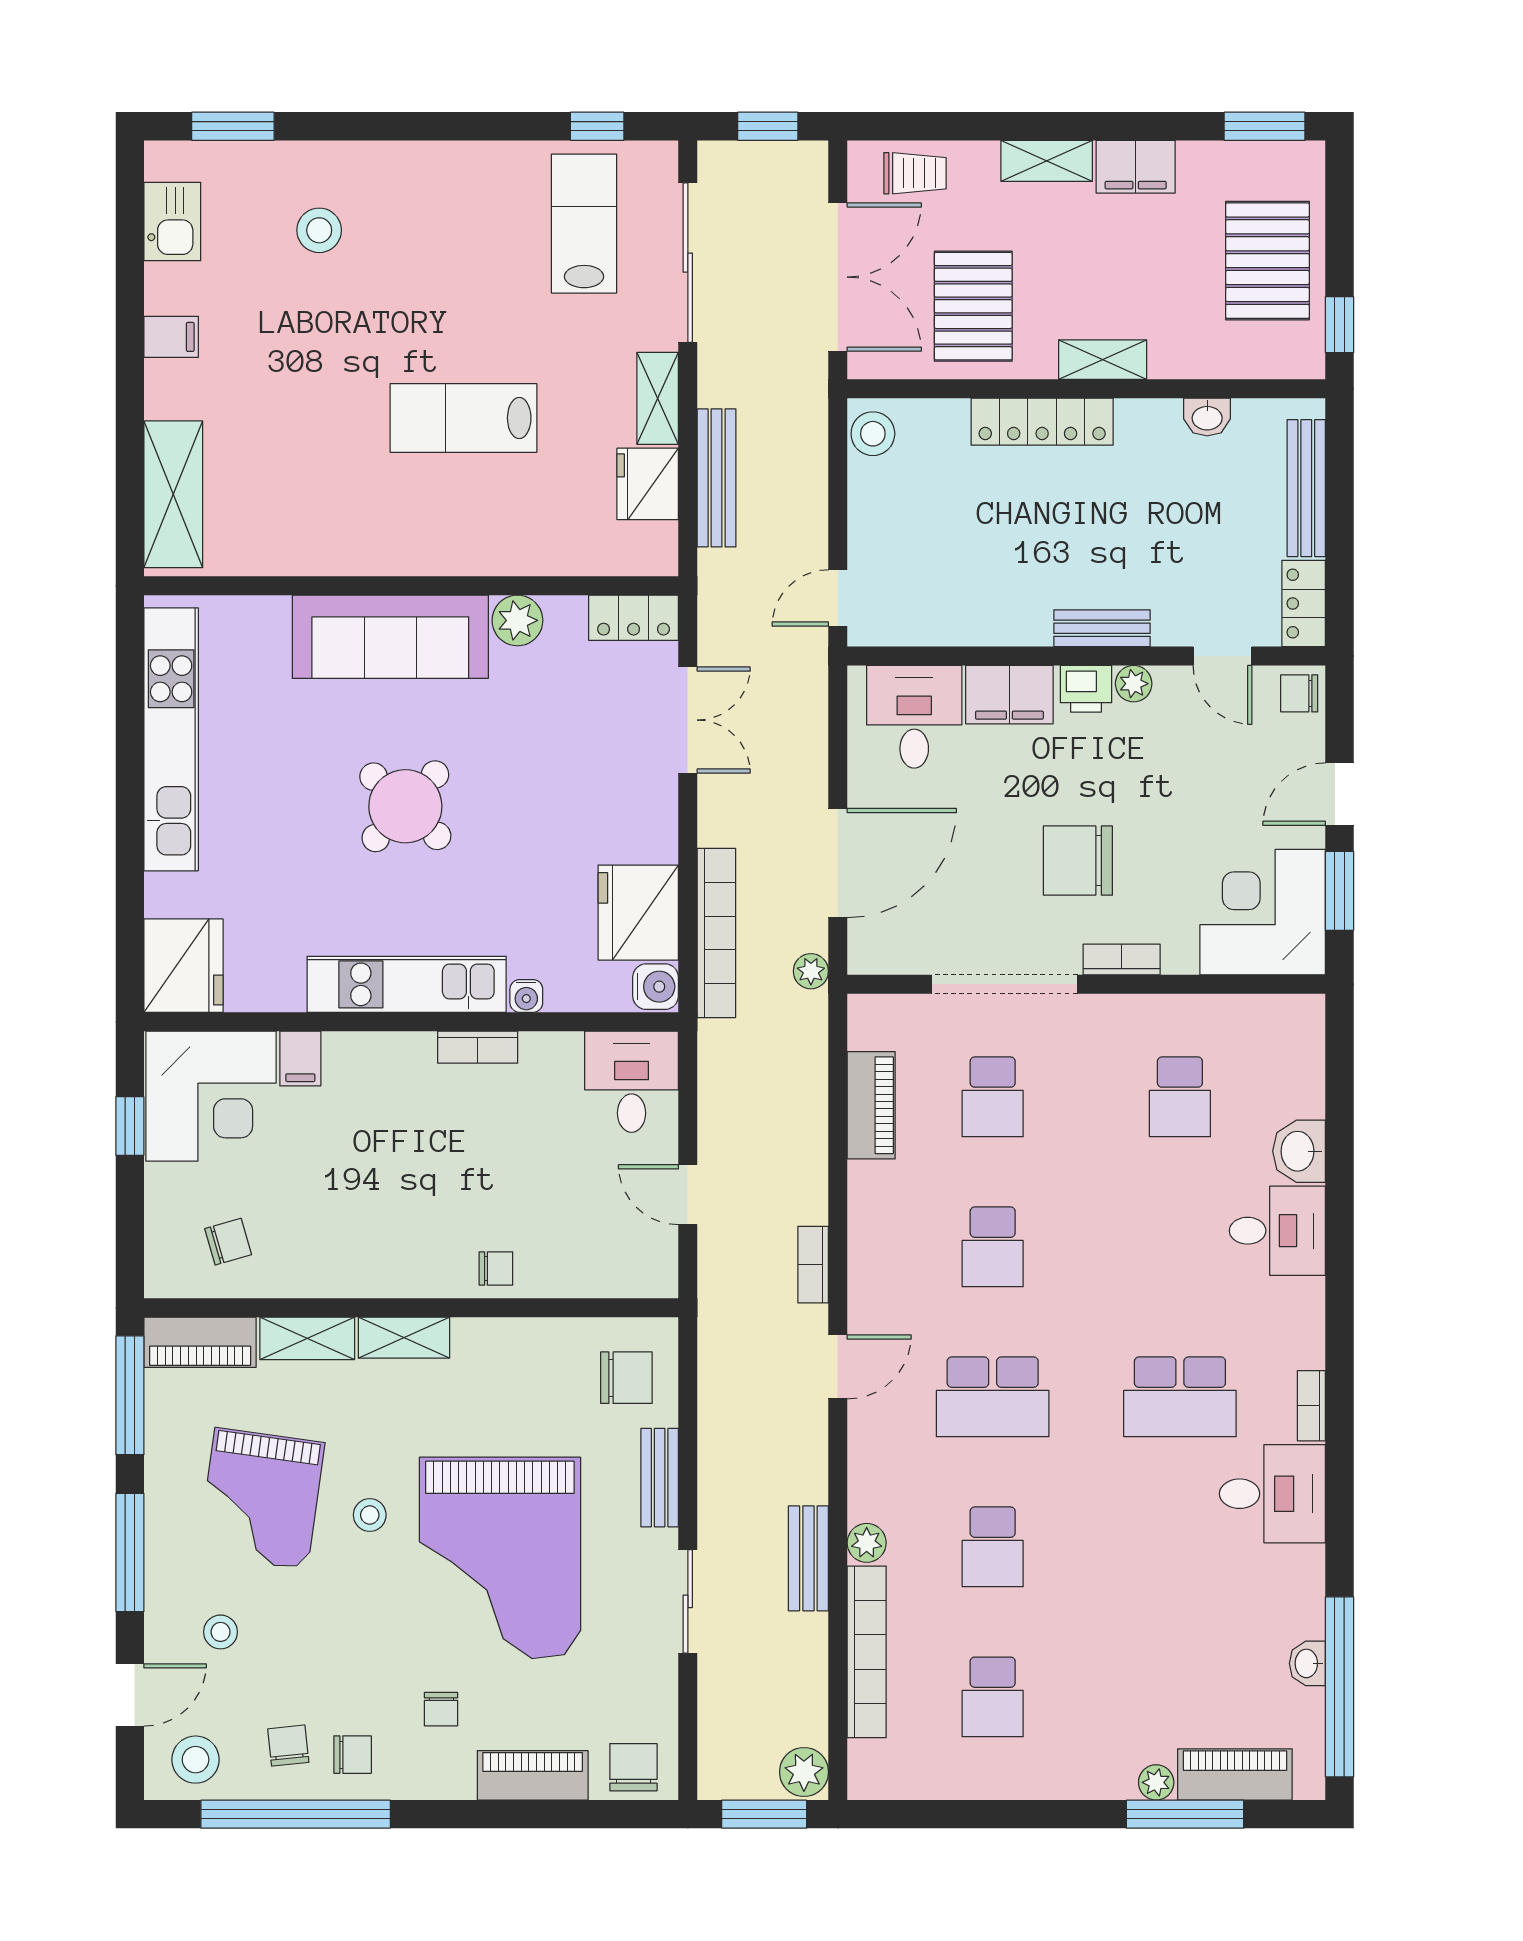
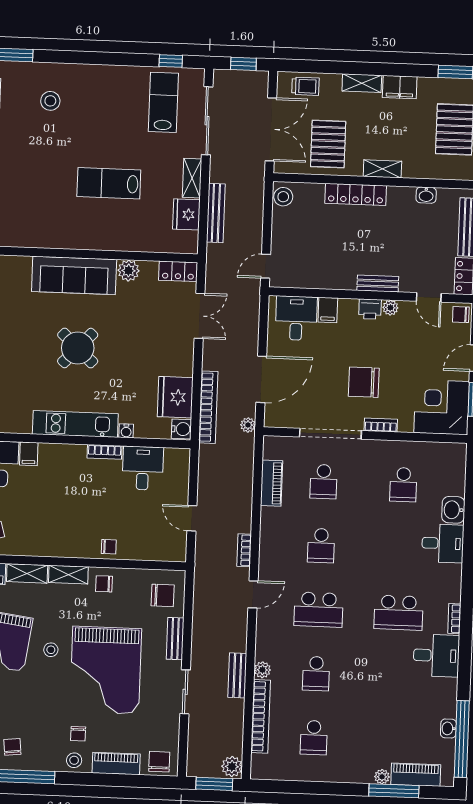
filing cabinet: (1009, 695) -> (328, 310), width x0.50
desk: (632, 1082) -> (143, 468), moved
chair: (353, 1755) -> (104, 584), moved, turned 180
stool: (434, 1771) -> (74, 760), added

